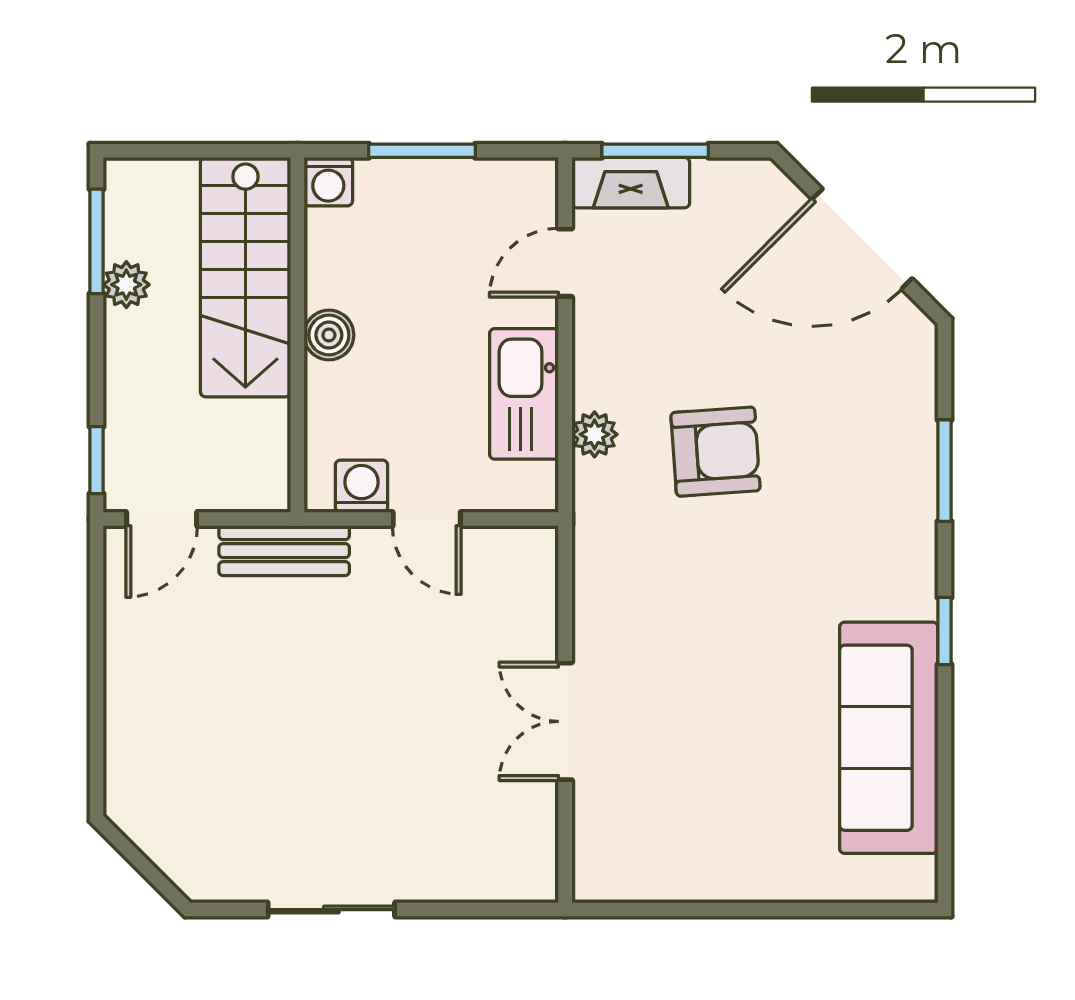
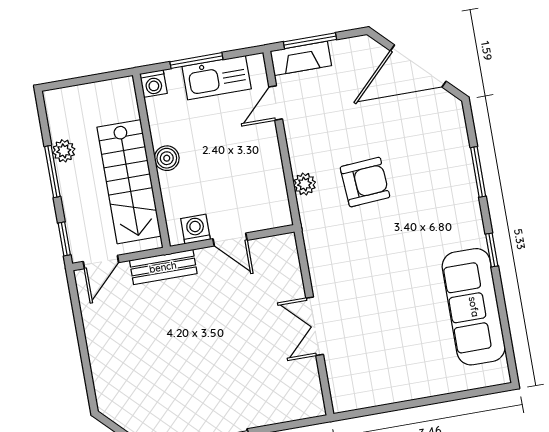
window: (96, 241) -> (52, 172), moved
stairs: (245, 277) -> (129, 182), moved
kitchen sink: (524, 394) -> (217, 78), moved, turned -90

